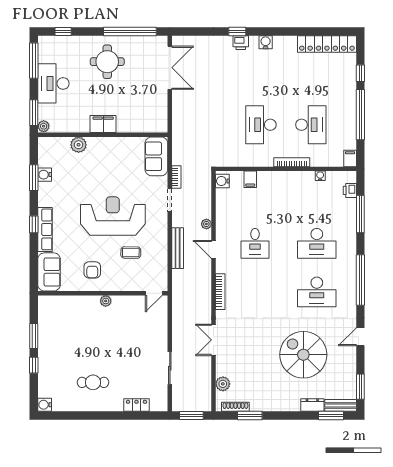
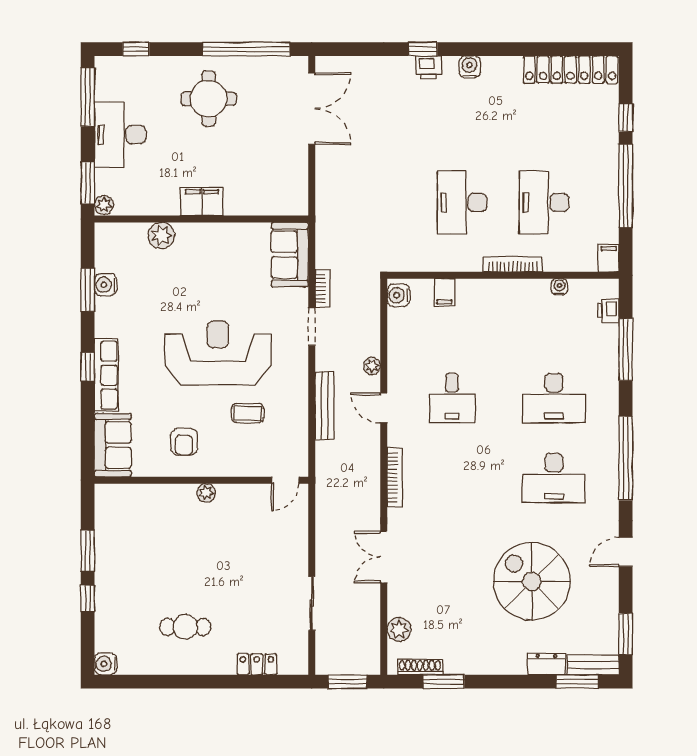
desk: (311, 125) -> (544, 203), turned 180

